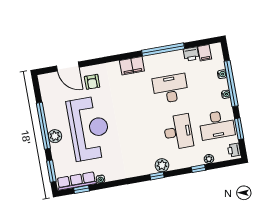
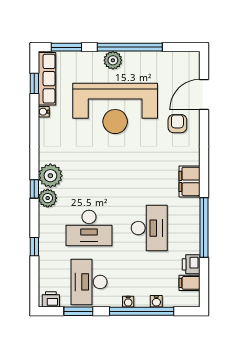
armchair: (92, 82) -> (177, 124), turned 90
plant: (209, 159) -> (50, 176), moved, width x1.88, depth x1.88

